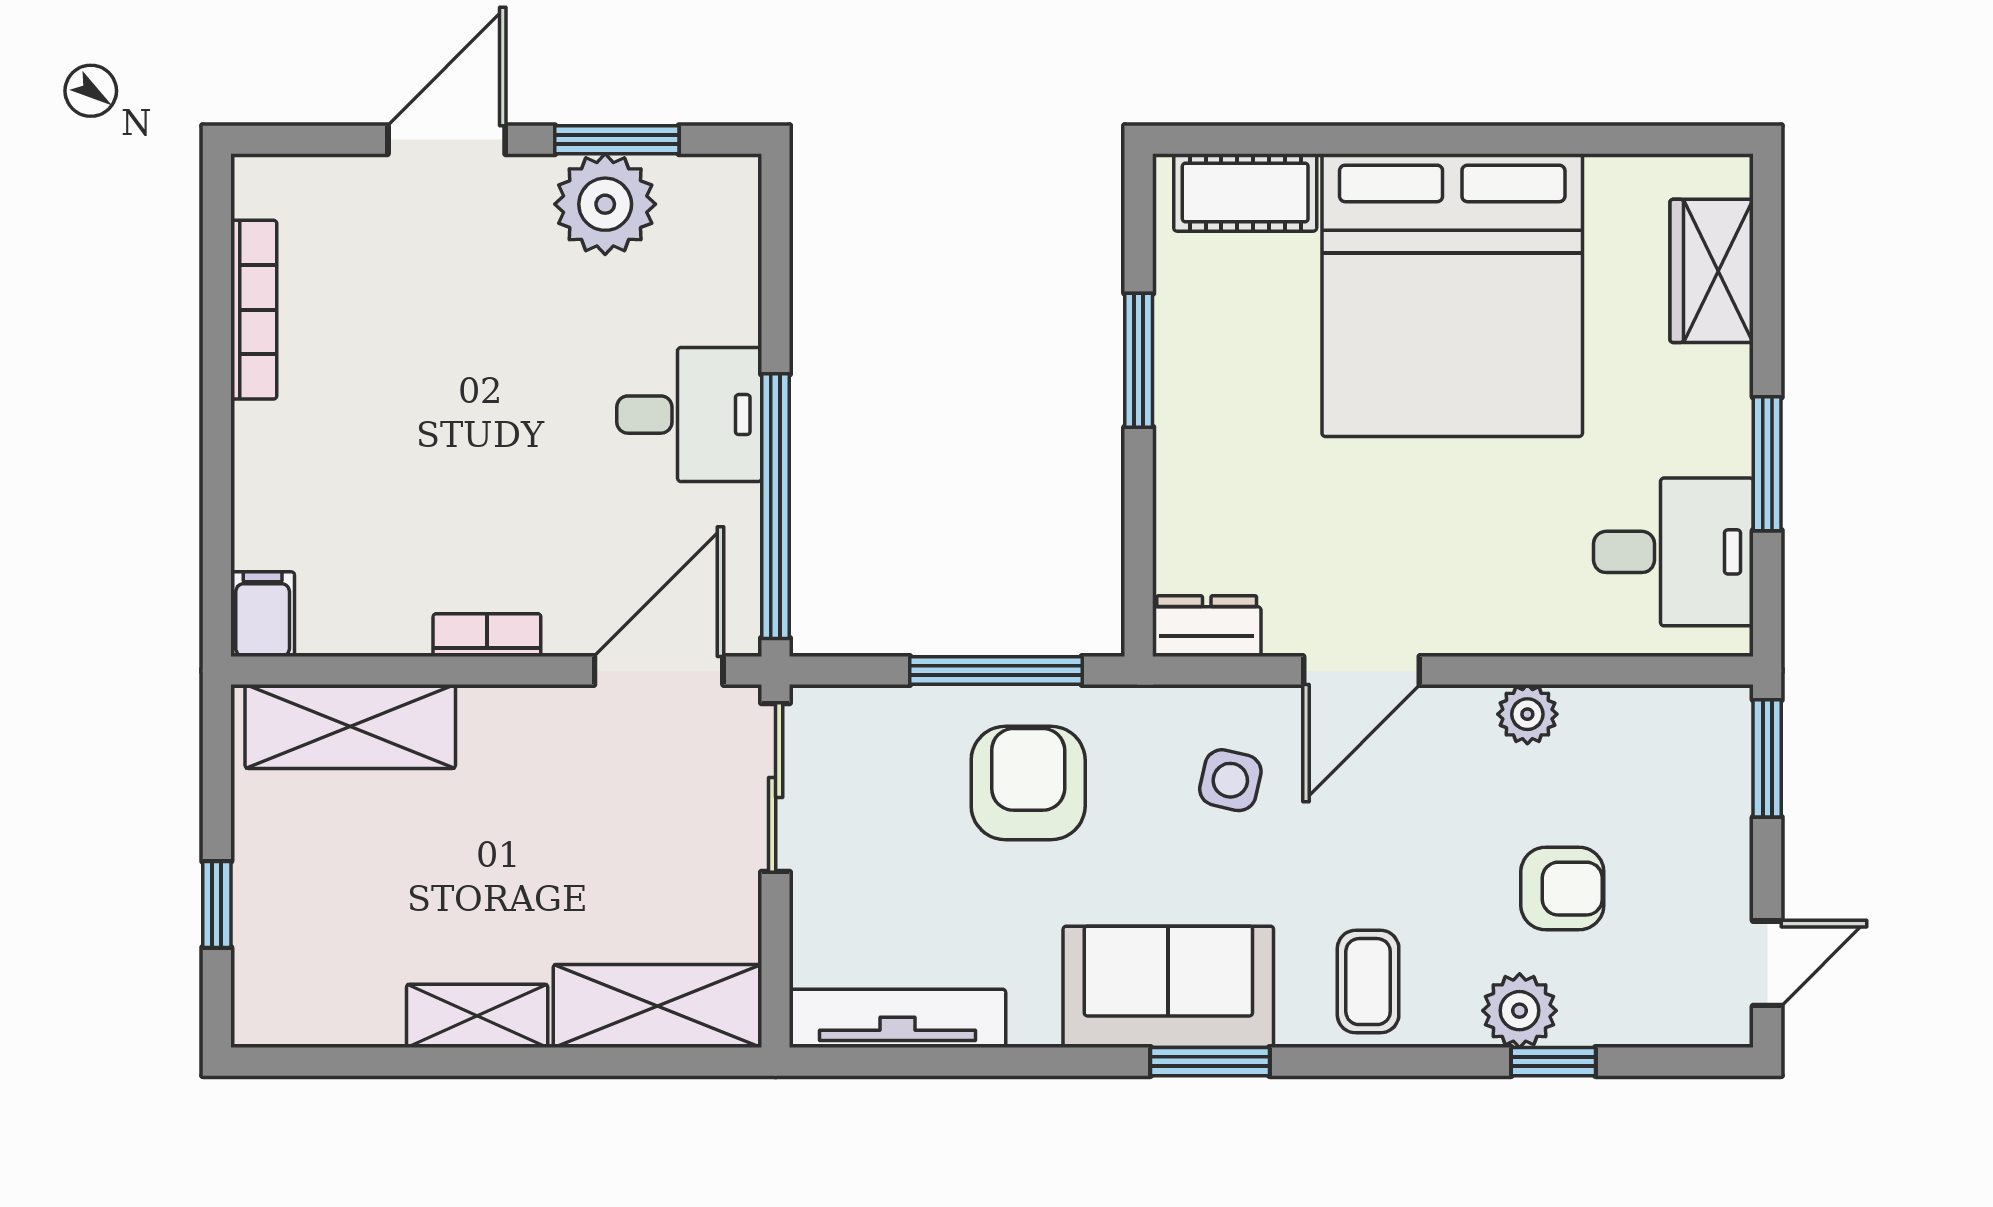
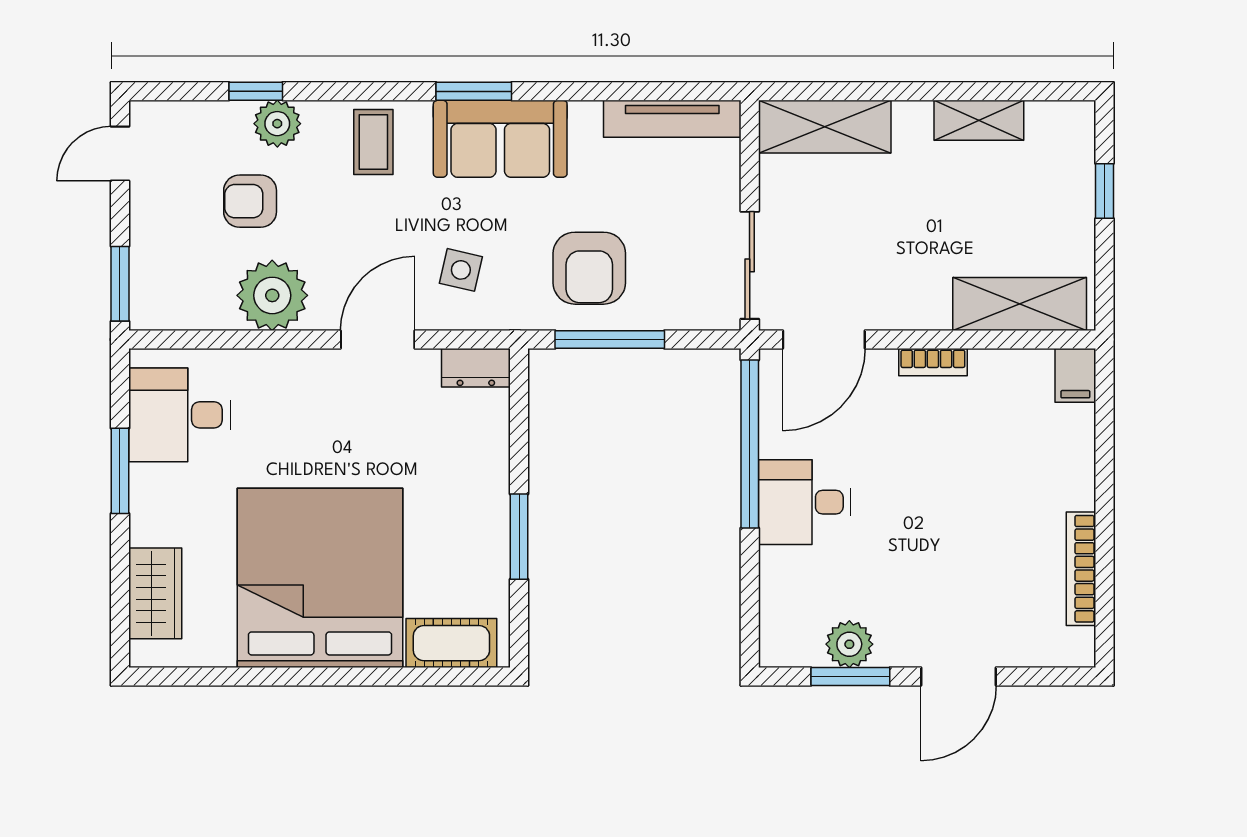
plant: (605, 204) -> (849, 644), width x0.73, depth x0.73
plant: (1527, 714) -> (272, 295), width x1.88, depth x1.88
shelving: (477, 1016) -> (979, 120), moved

